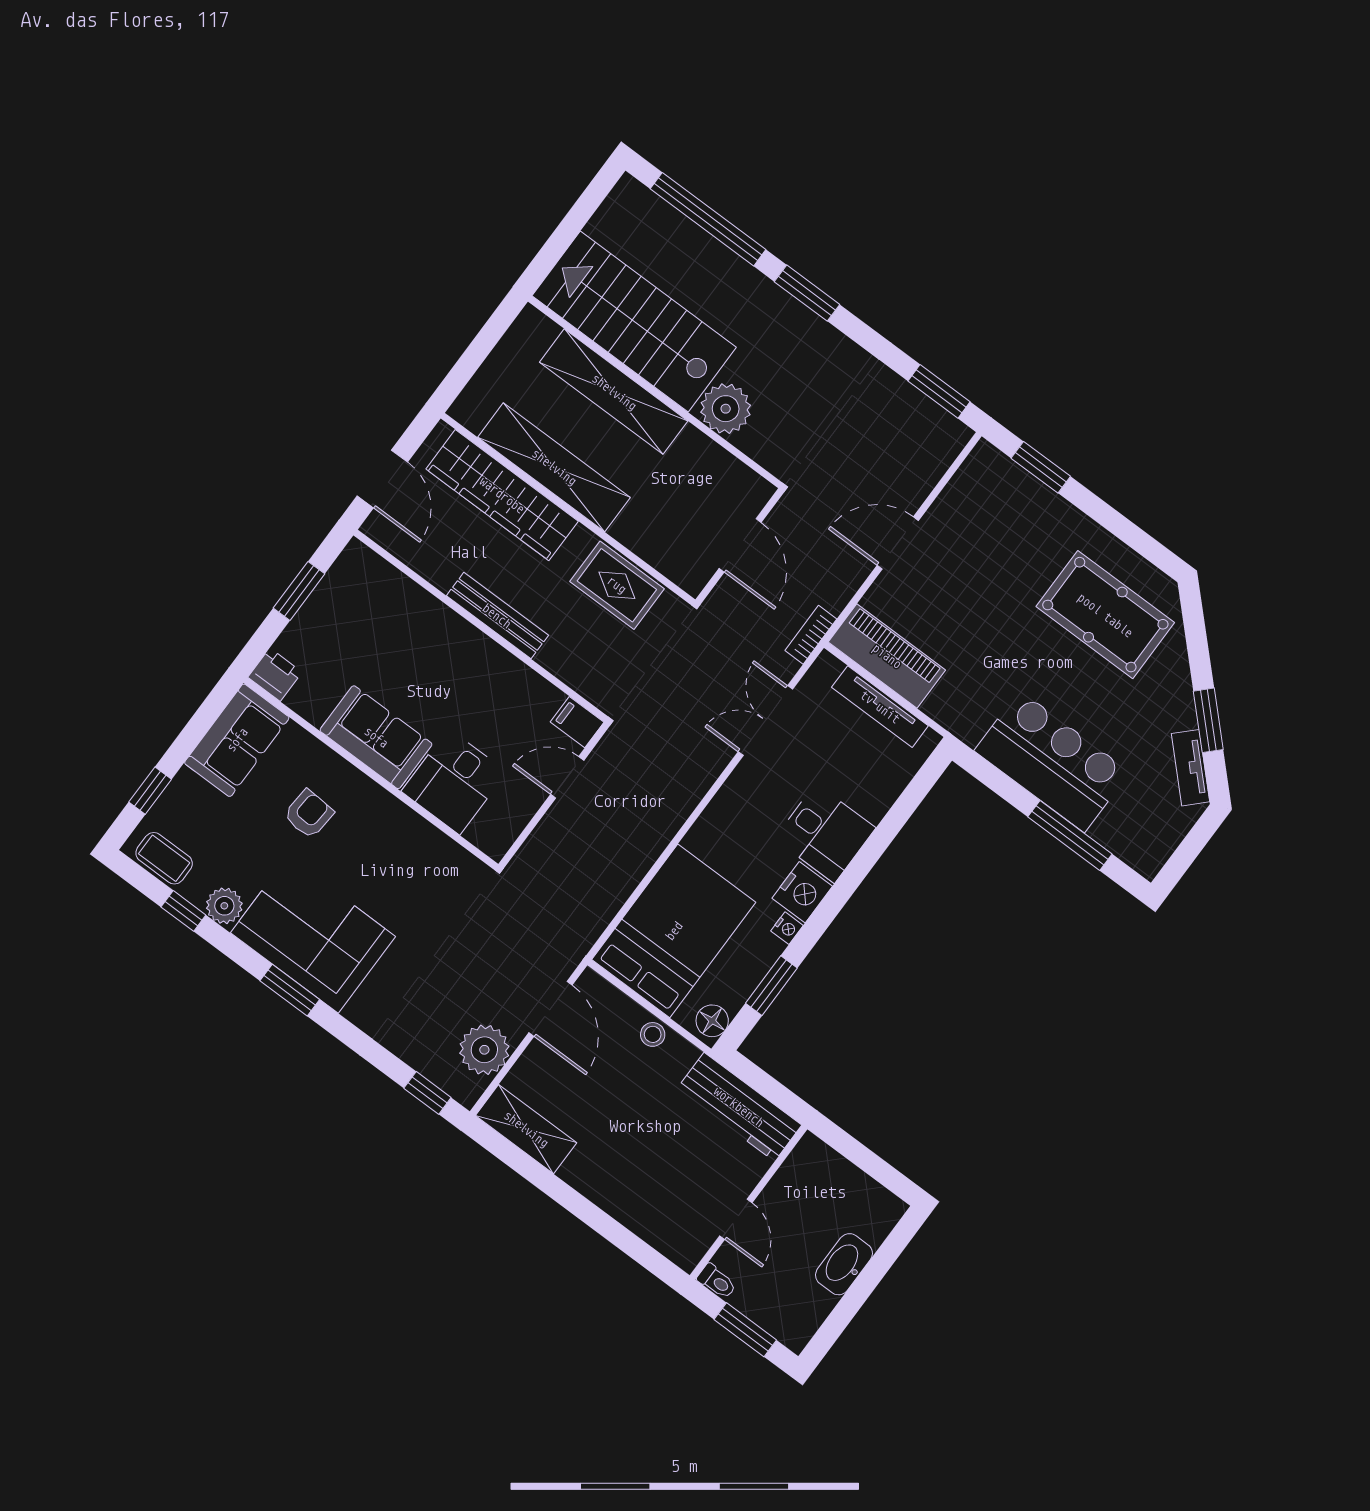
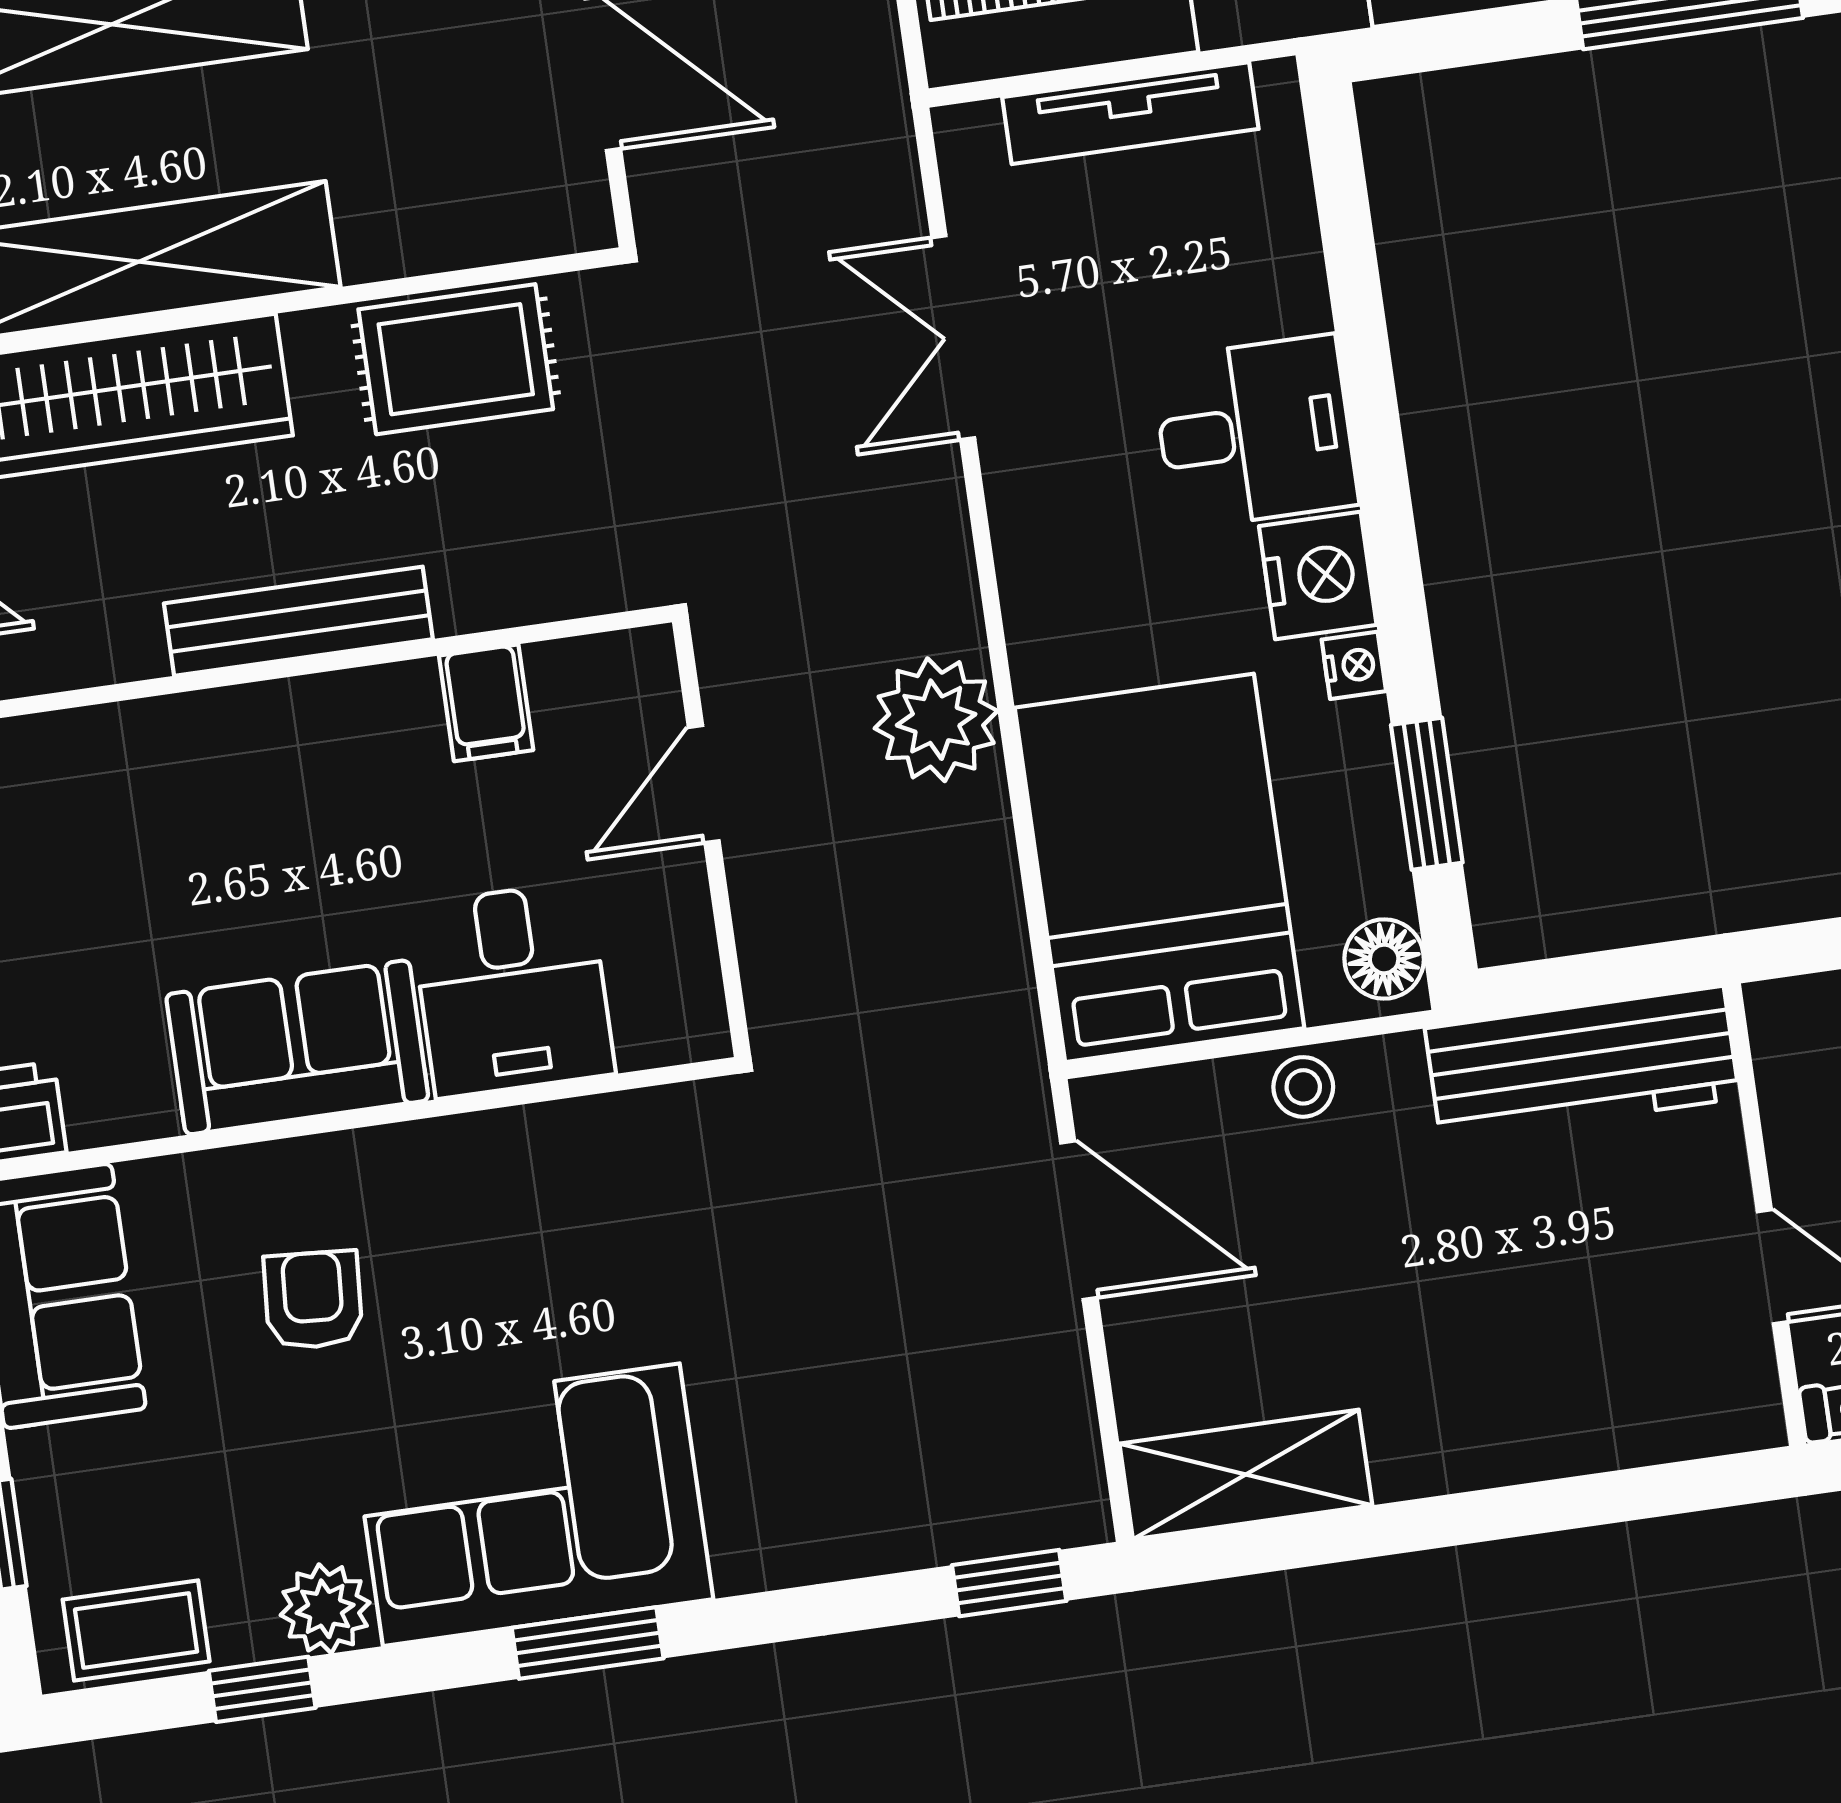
bookcase: (811, 635) -> (883, 108), removed
filing cabinet: (577, 722) -> (486, 703), moved, turned -90
plant: (484, 1050) -> (936, 720), moved

